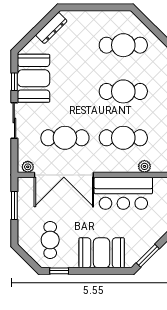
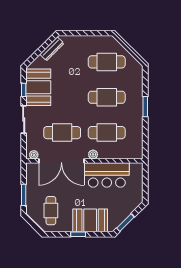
plant: (144, 166) -> (93, 154), moved
window: (14, 205) -> (24, 195), moved
window: (59, 271) -> (78, 234), moved

